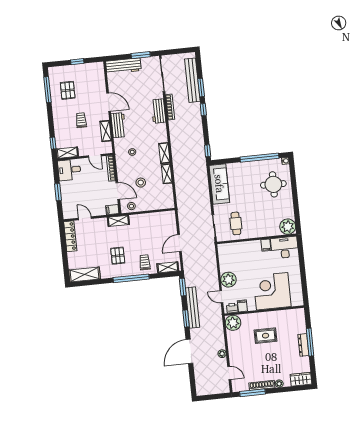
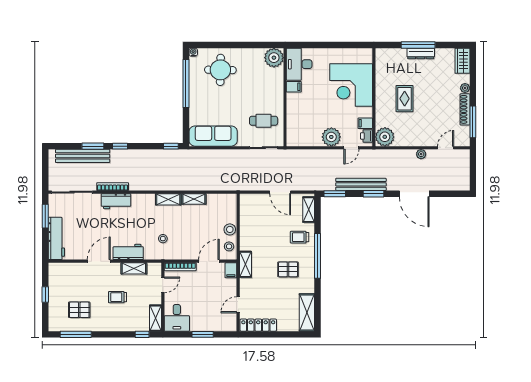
stool: (141, 183) -> (230, 229), moved

